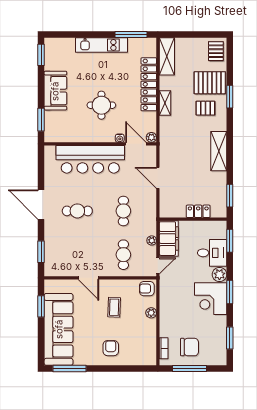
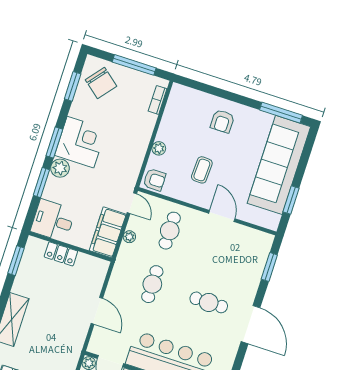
window: (230, 241) -> (41, 183), moved
desk: (212, 253) -> (53, 221), moved
door: (158, 266) -> (132, 203), swing flipped
chair: (190, 347) -> (101, 83), moved, turned -141

